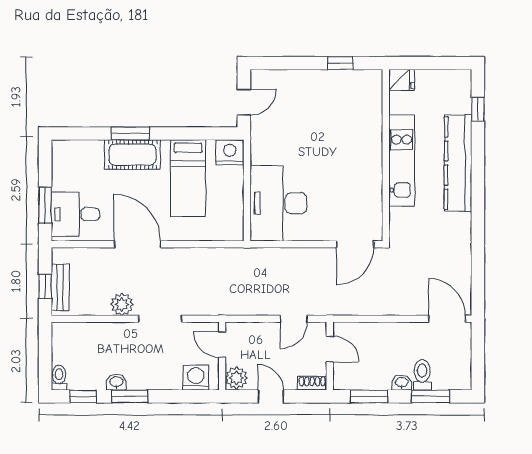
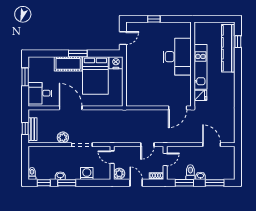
window: (340, 63) -> (154, 19), moved
fridge: (401, 80) -> (200, 95), moved
window: (130, 133) -> (78, 53), moved
kitchen counter: (458, 163) -> (228, 48), moved
bed: (188, 178) -> (95, 75), width x1.50
desk: (278, 203) -> (177, 57), moved, turned 180
window: (45, 205) -> (25, 77), moved
door: (447, 319) -> (212, 145), moved
door: (330, 349) -> (165, 159), hinge flipped
toilet: (422, 375) -> (190, 172), moved
washing machine: (196, 378) -> (87, 173), moved

